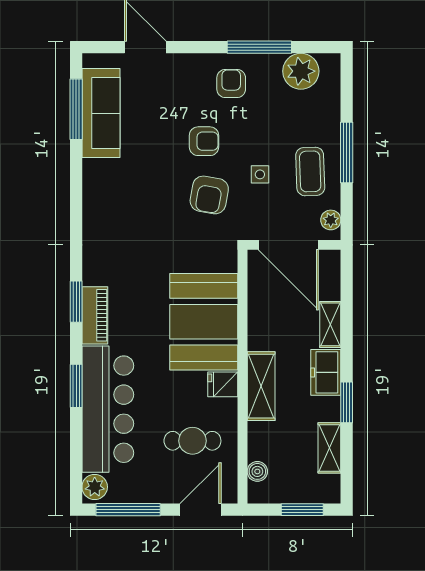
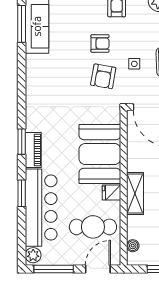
cafe table: (192, 441) -> (93, 227), width x1.37, depth x1.35

